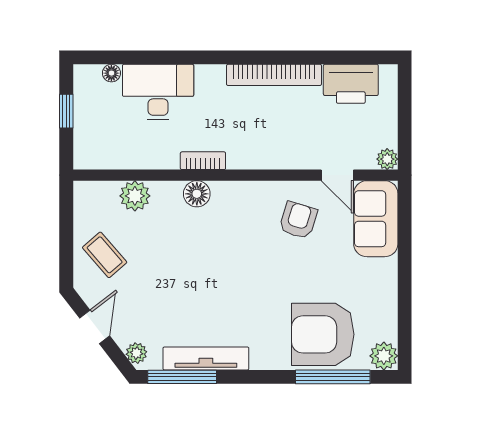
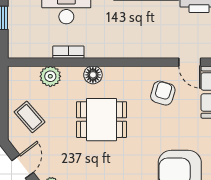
bookcase: (203, 161) -> (68, 52), moved
dining table: (209, 259) -> (102, 120), added

